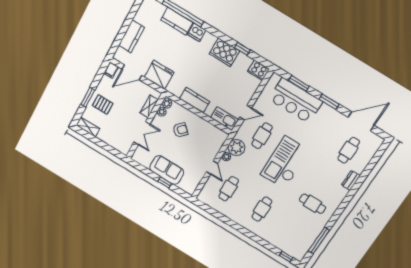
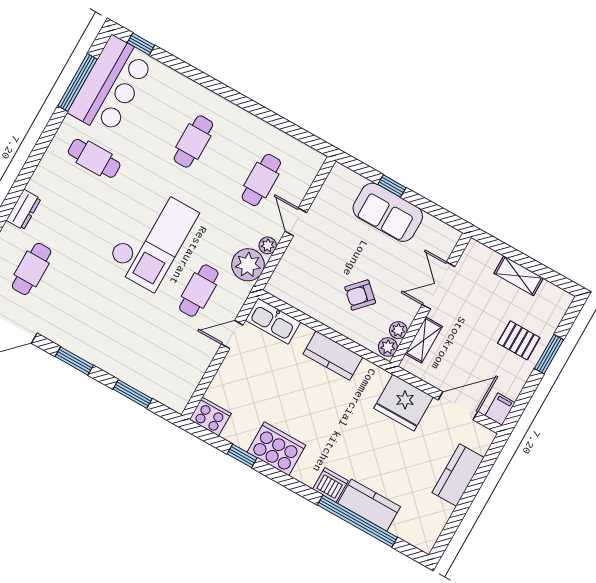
bar counter: (296, 100) -> (111, 86), moved, turned 90
shelving: (88, 127) -> (519, 276), moved

